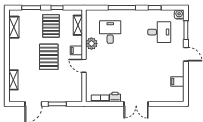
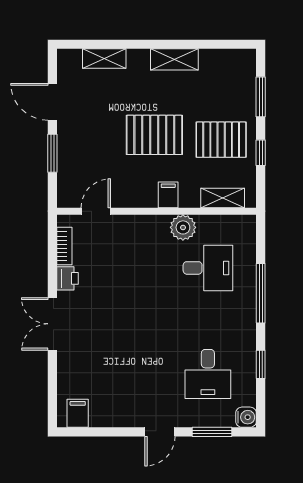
shelving: (14, 27) -> (174, 59), moved
door: (84, 66) -> (96, 211), moved
filing cabinet: (177, 81) -> (78, 413), moved

